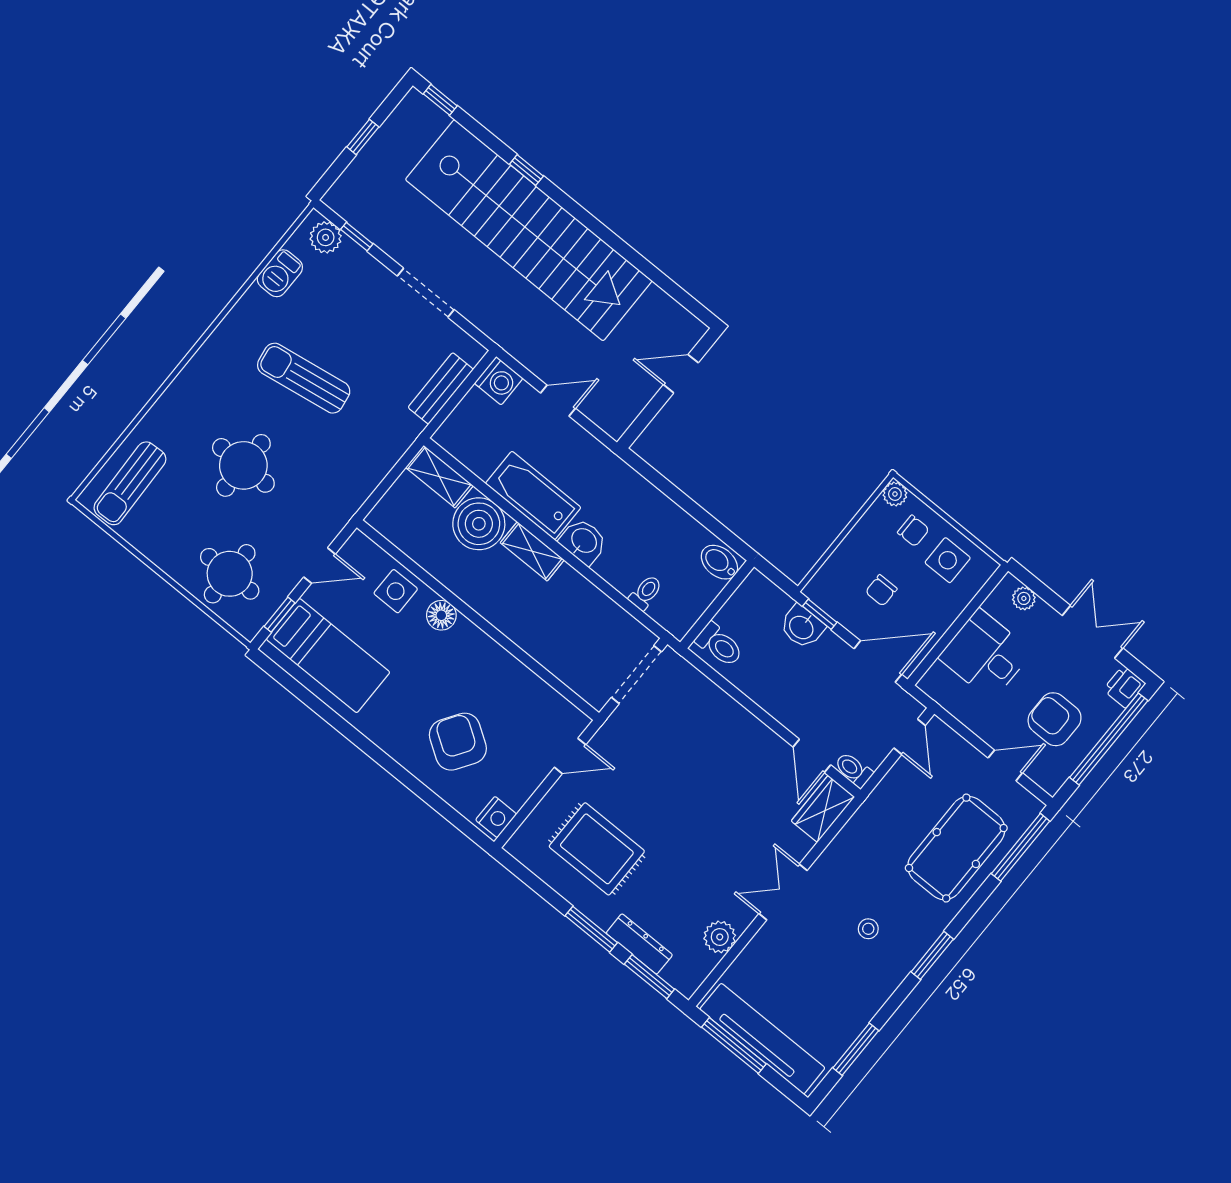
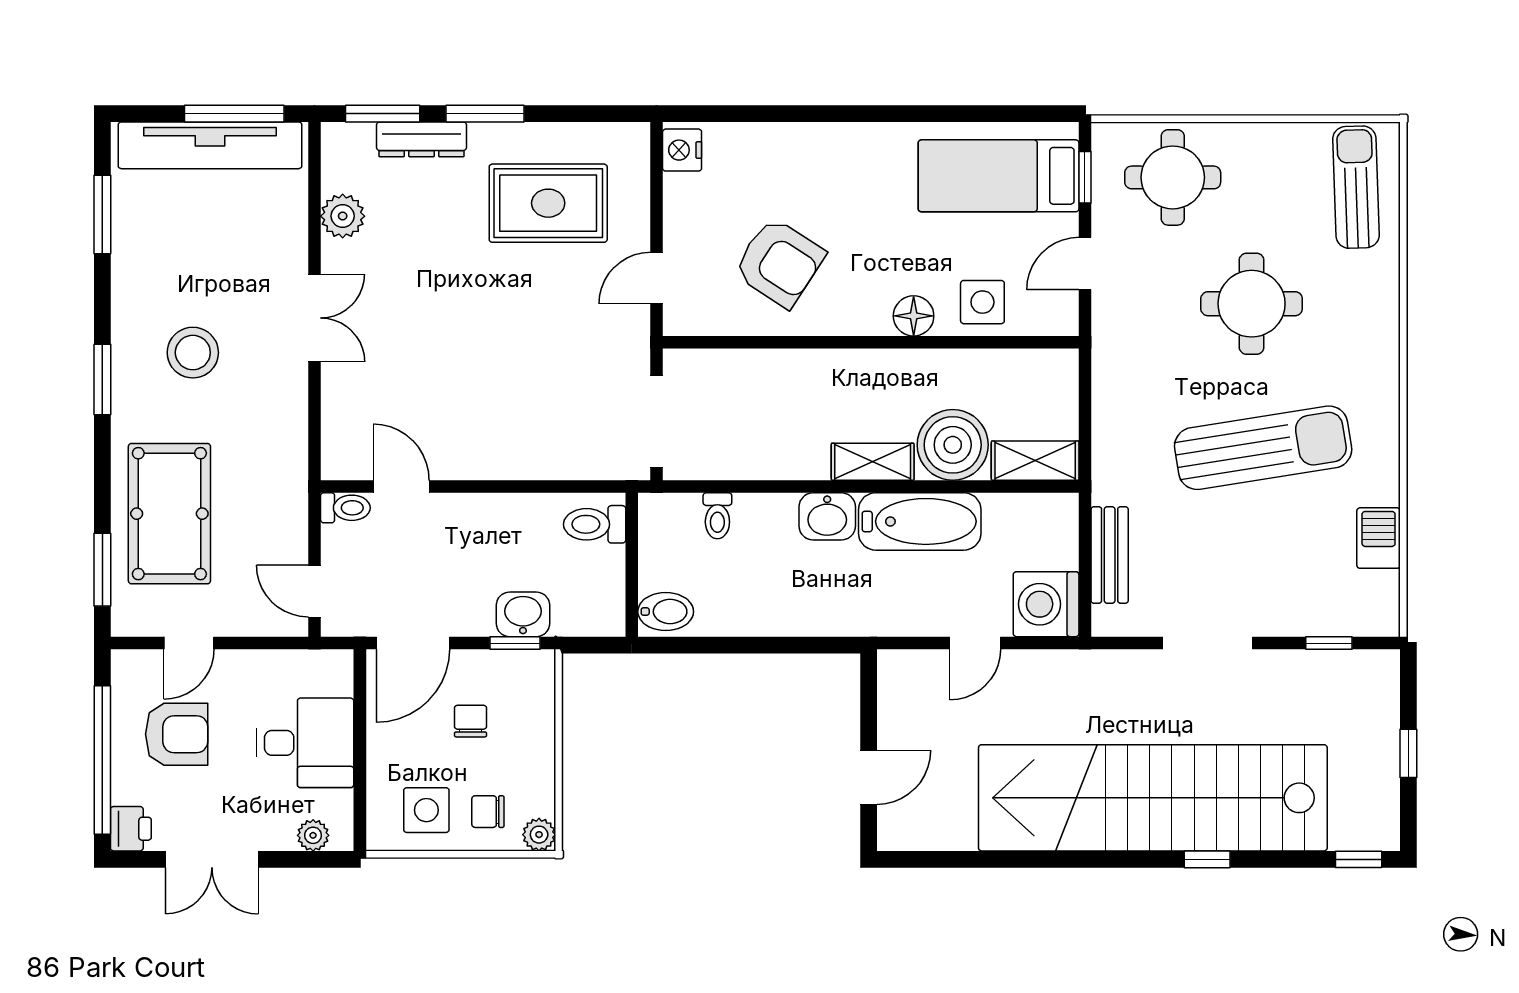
plant: (326, 237) -> (1361, 615), removed
sun lounger: (304, 378) -> (1263, 448), width x1.36, depth x1.34
washing machine: (499, 381) -> (1046, 604), width x1.37, depth x1.37
armchair: (458, 742) -> (779, 263), moved
wardrobe: (823, 809) -> (344, 440), removed
window: (1020, 847) -> (102, 570), width x0.69
stool: (868, 929) -> (193, 353), width x1.89, depth x1.89

